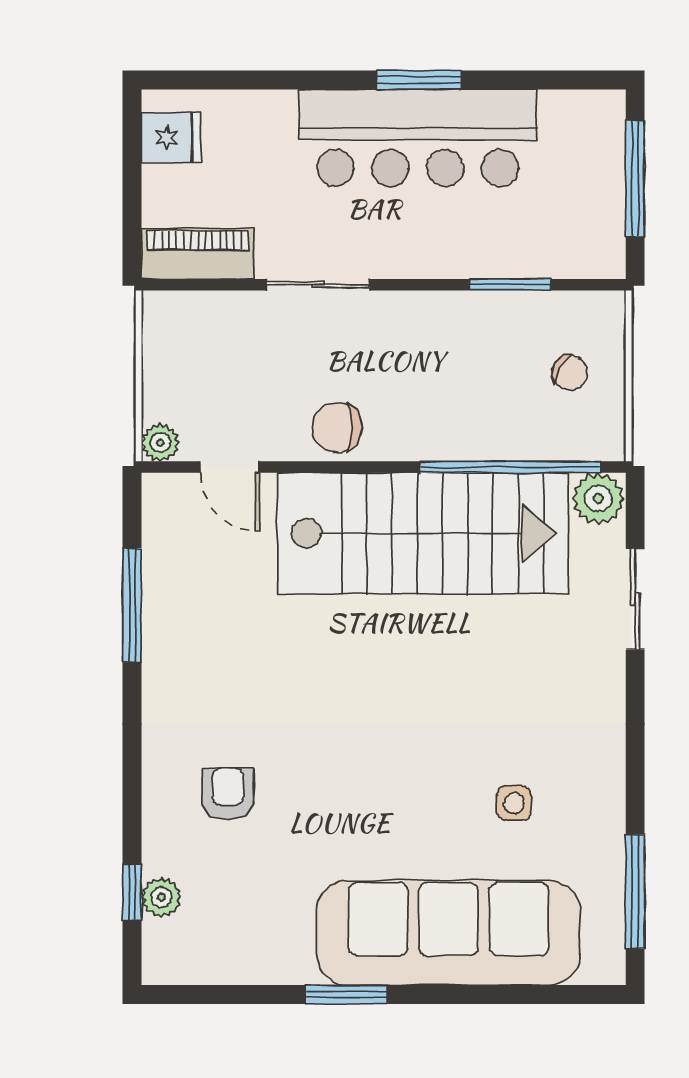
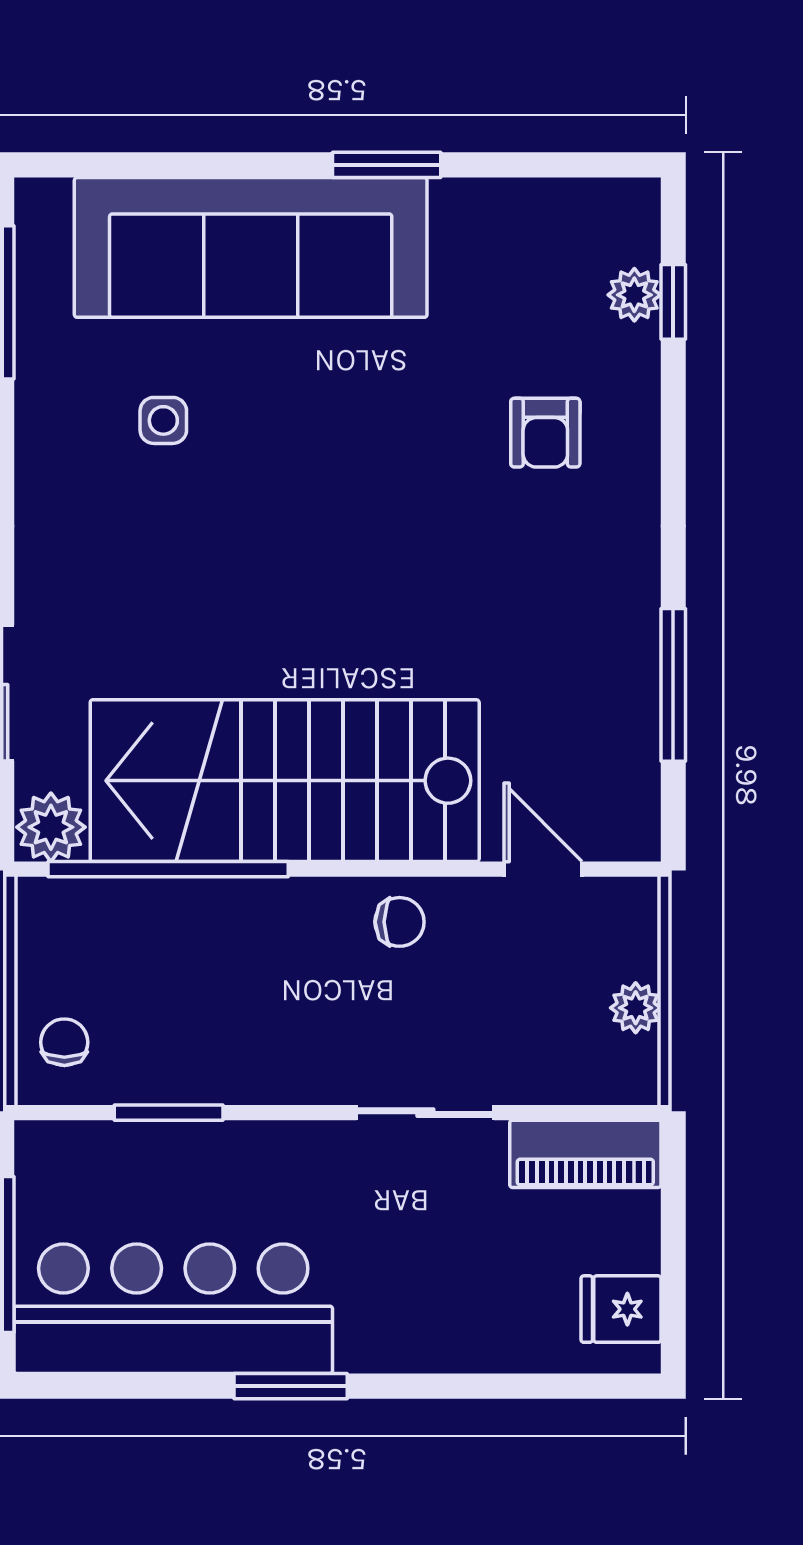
bar counter: (418, 138) -> (173, 1309), moved
chair: (570, 373) -> (64, 1042), moved, turned 61
chair: (337, 428) -> (400, 922), width x0.73, depth x0.73
plant: (160, 443) -> (636, 1008), moved

